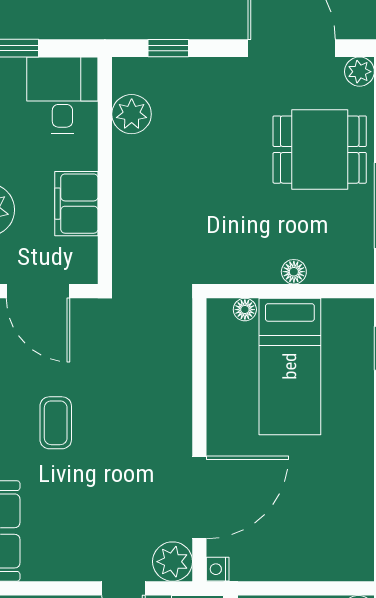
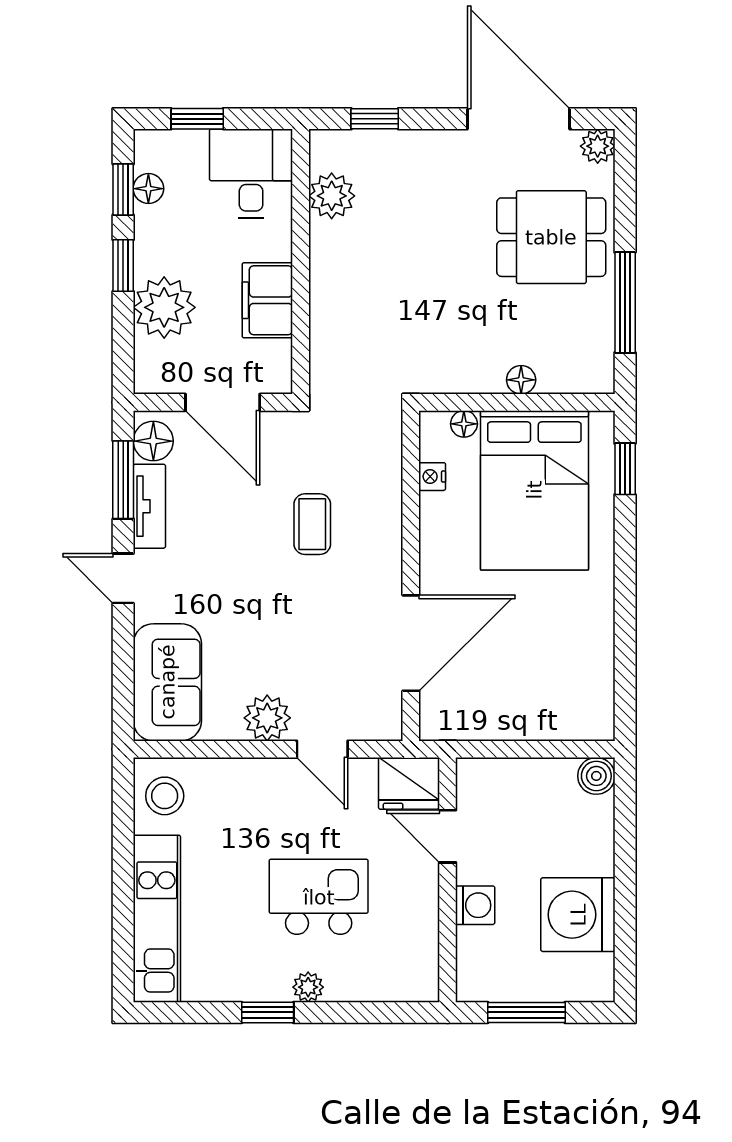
bed: (290, 366) -> (534, 490), width x1.50
coffee table: (56, 423) -> (312, 524), moved
plant: (173, 562) -> (267, 718), moved
nightstand: (218, 569) -> (432, 477), moved

